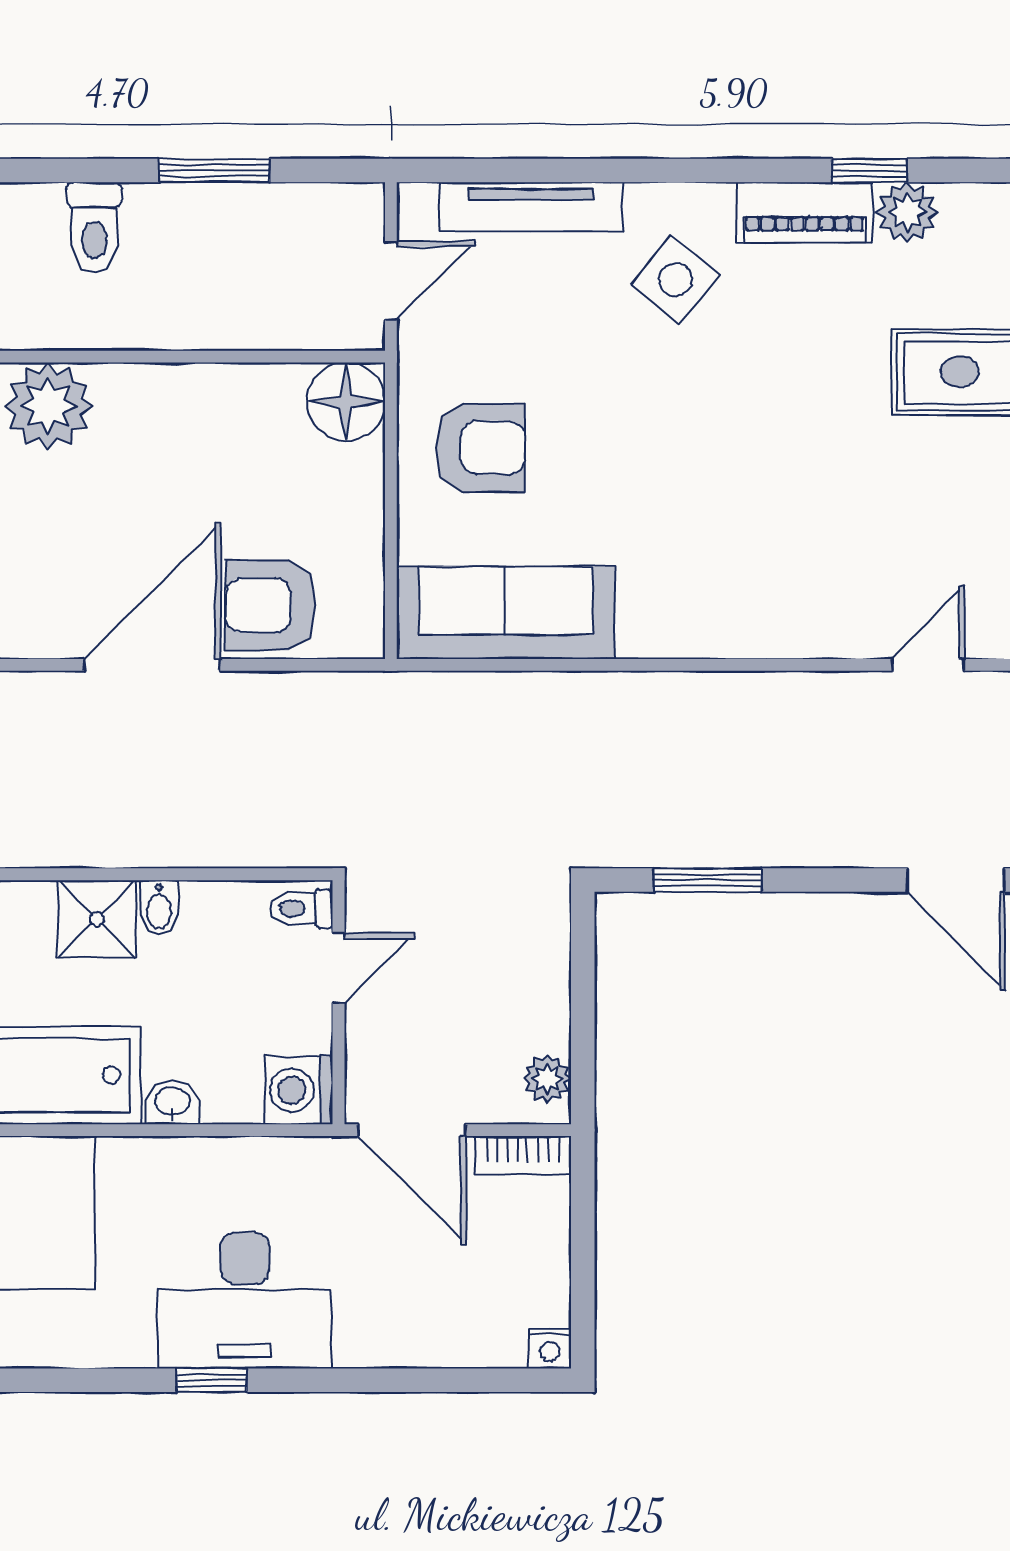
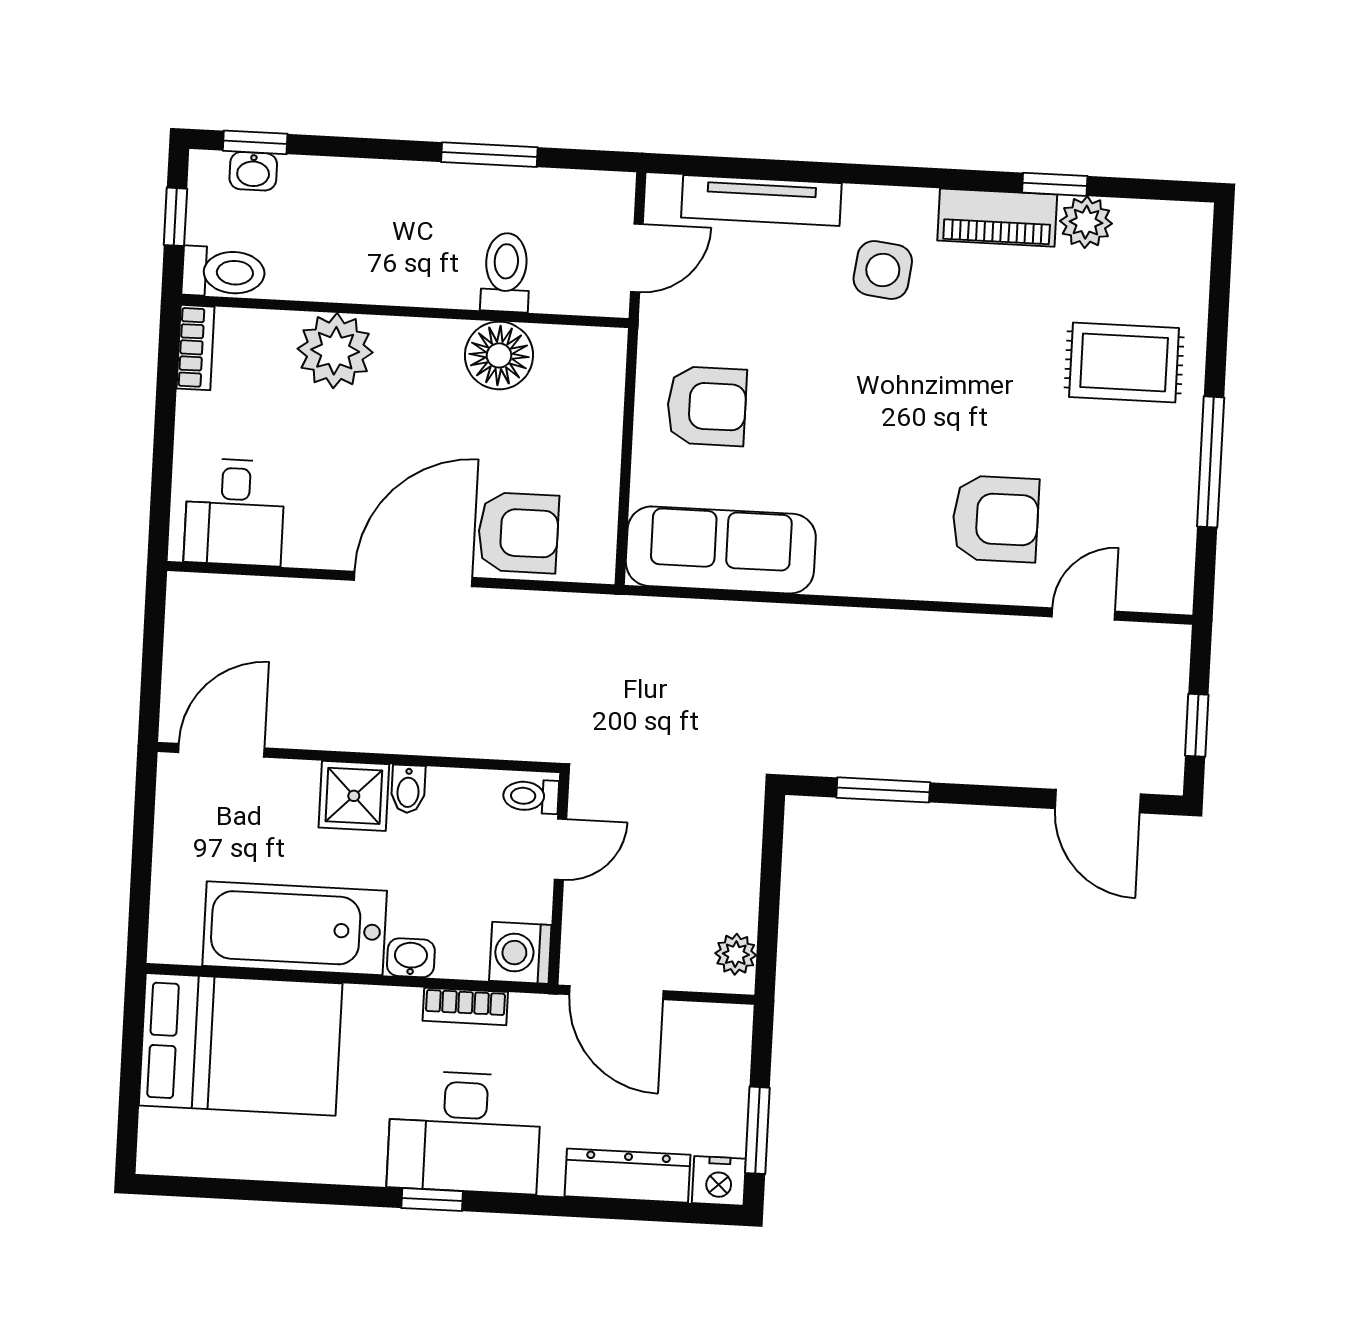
toilet: (94, 228) -> (506, 272), moved, turned 180
side table: (676, 280) -> (883, 270), turned -32
floor lamp: (346, 402) -> (499, 355), moved
armchair: (821, 560) -> (995, 519), added
armchair: (271, 605) -> (518, 533), turned 180
bookcase: (523, 1155) -> (465, 1006), moved
window: (583, 1281) -> (757, 1130), added
dresser: (436, 1341) -> (628, 1176), added
nightstand: (550, 1348) -> (719, 1181), width x1.39, depth x1.35

